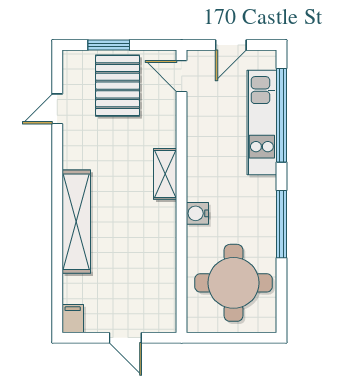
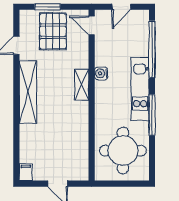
kitchen unit: (262, 123) -> (140, 89), moved
water cooler: (197, 213) -> (101, 73), moved
shelving: (76, 222) -> (28, 92), moved

